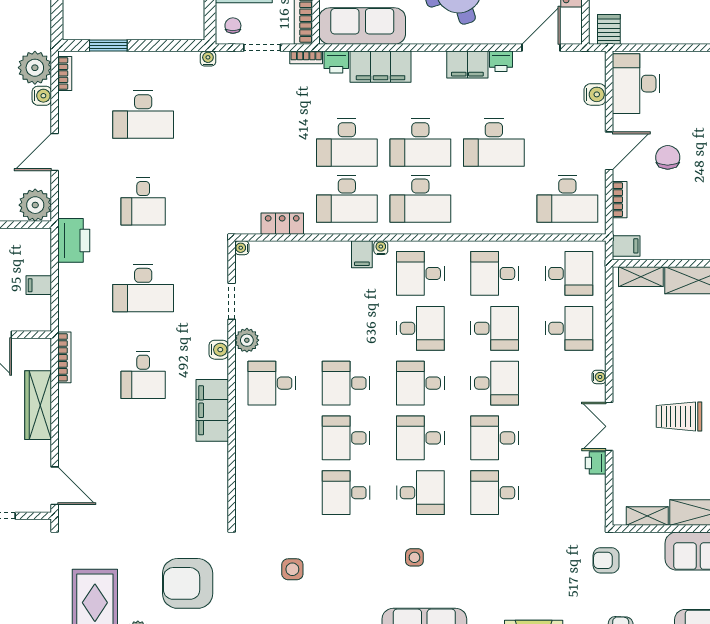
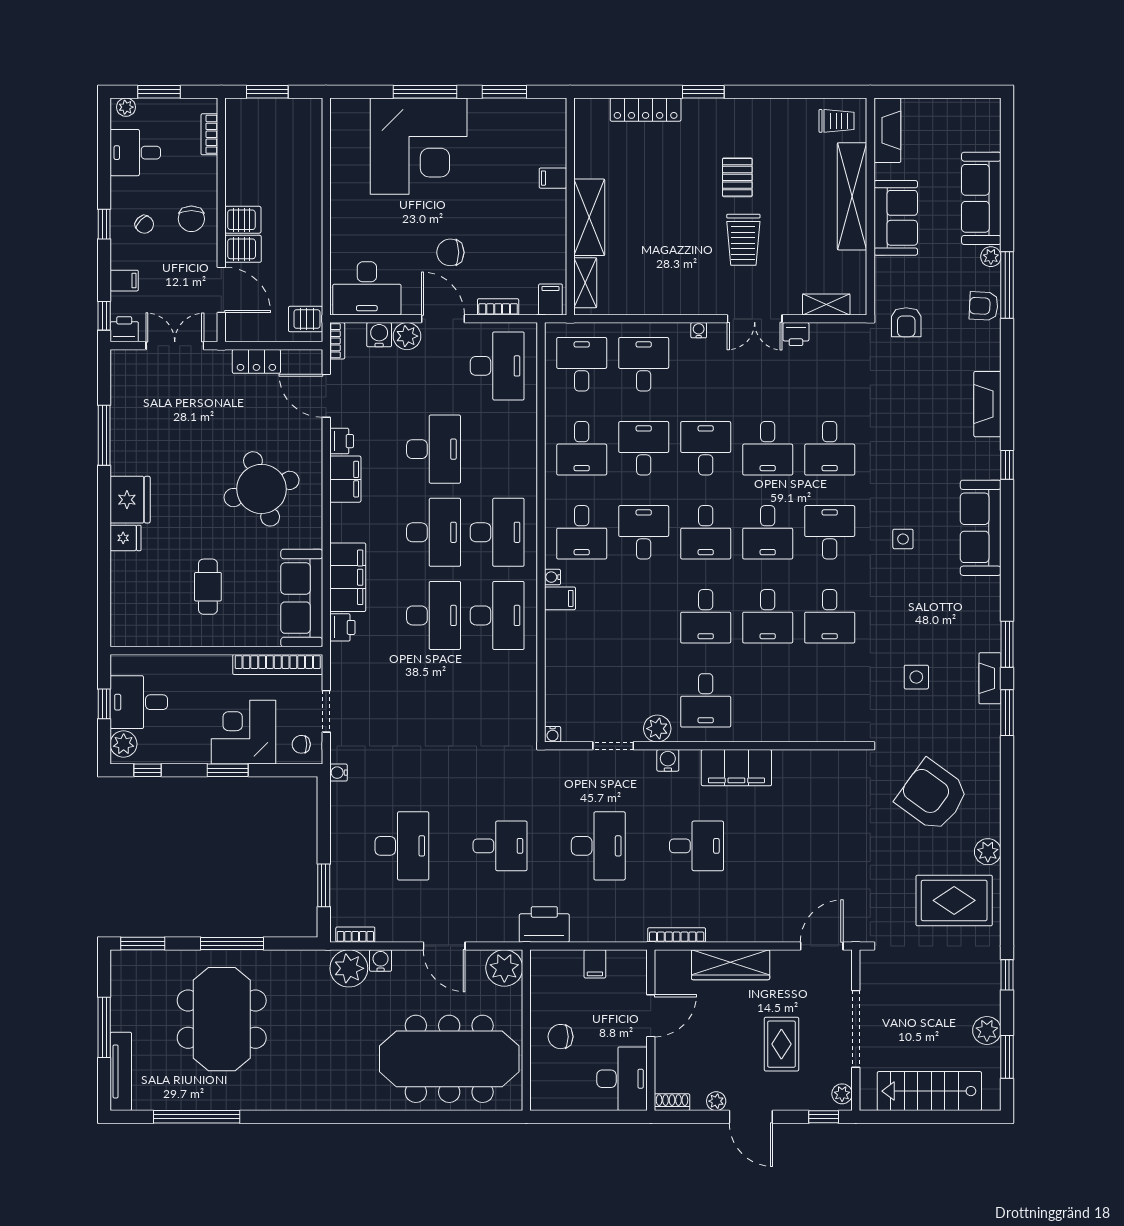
bookcase: (306, 57) -> (337, 341), moved
plant: (594, 119) -> (407, 336), added
locker: (282, 224) -> (525, 689), removed
shelving: (647, 516) -> (826, 304), moved, turned 90
armchair: (188, 583) -> (932, 796), turned 126

